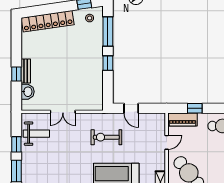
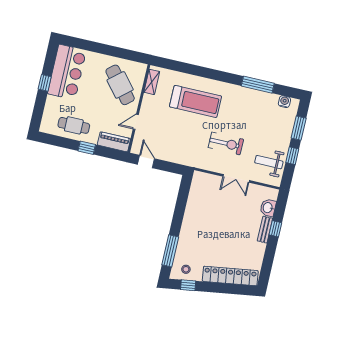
window: (108, 63) -> (178, 218), removed
door: (131, 108) -> (146, 161), moved
window: (195, 108) -> (87, 148), moved
double door: (63, 112) -> (236, 178), swing flipped
exercise bike: (106, 137) -> (226, 143), moved

